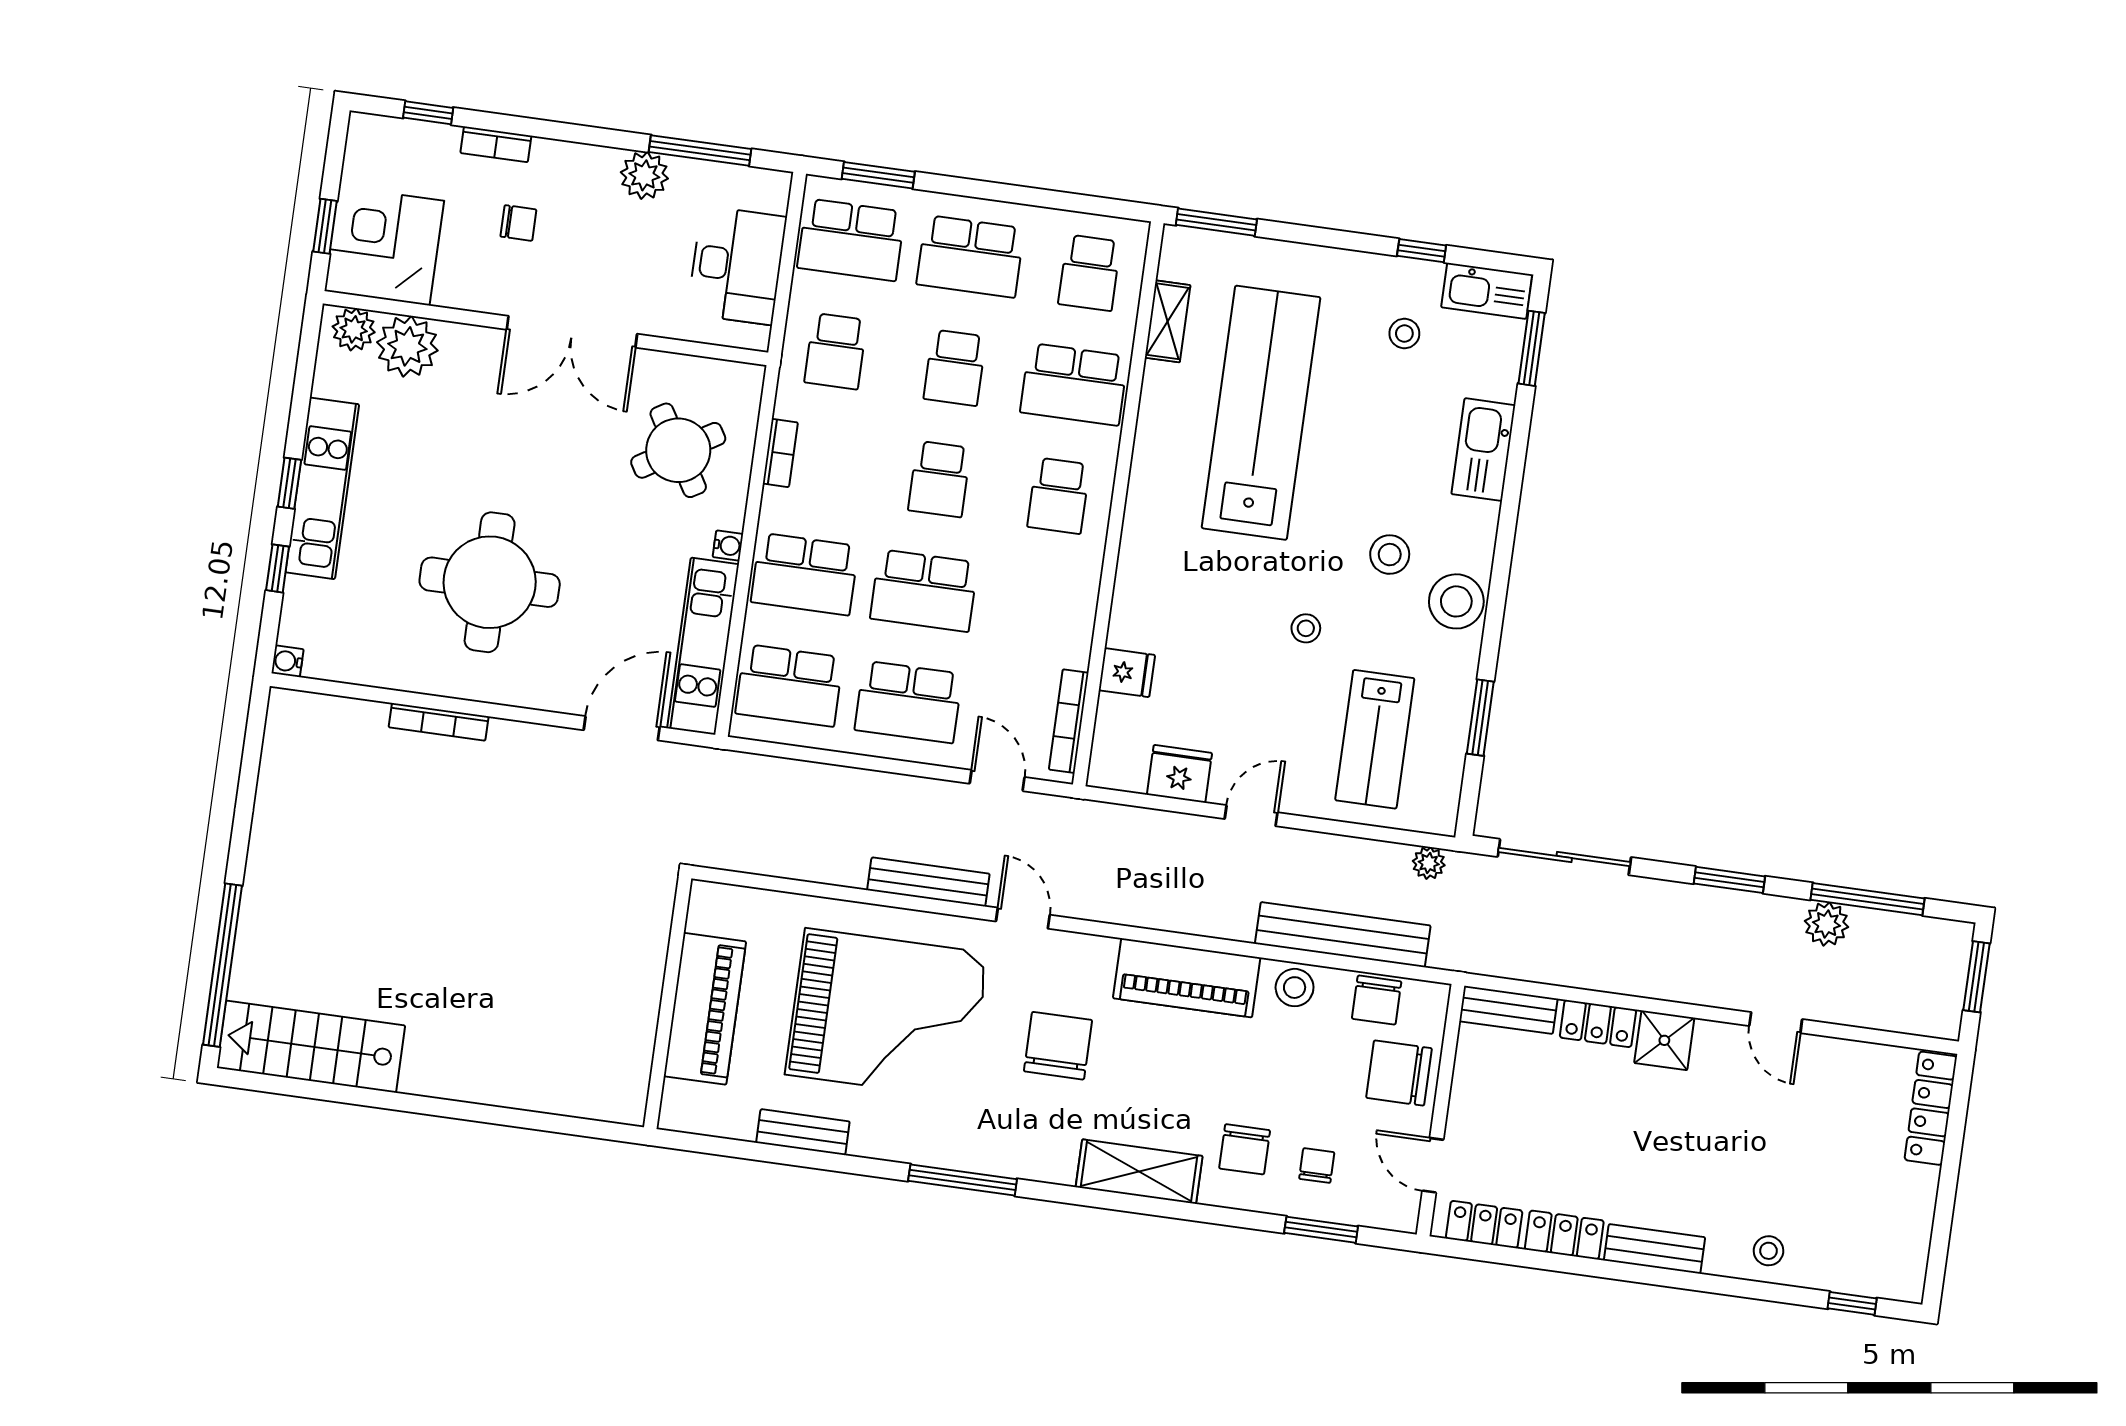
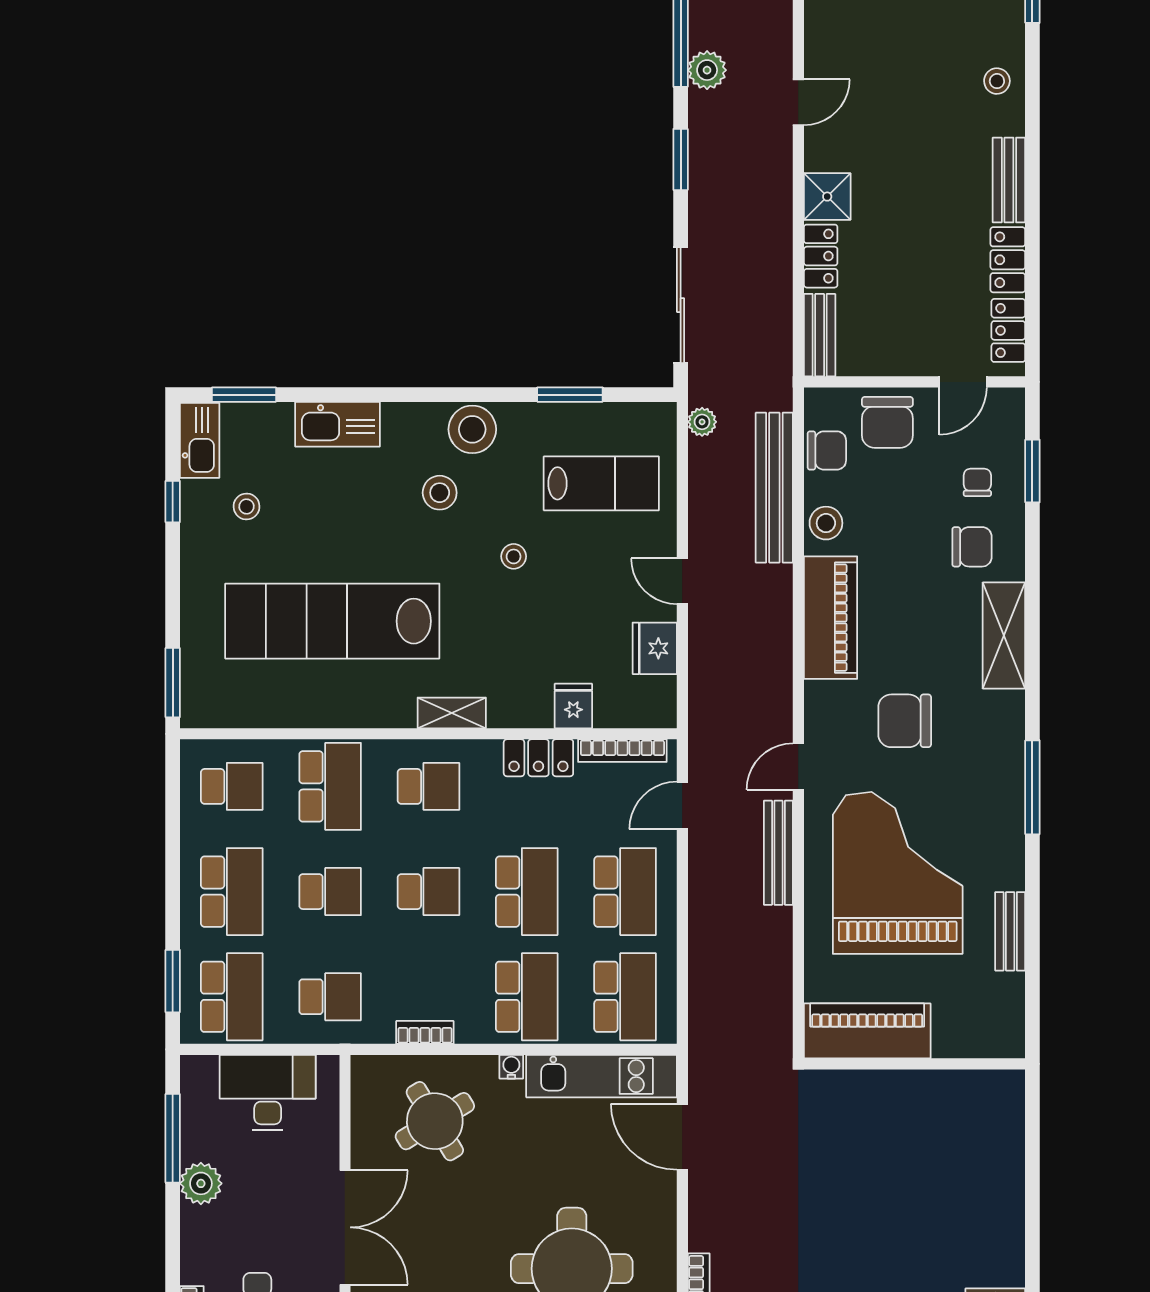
shelving: (1168, 321) -> (452, 713), moved
locker: (1074, 625) -> (538, 758), added
piano: (705, 1009) -> (867, 1031), moved
chair: (1317, 1166) -> (977, 482), turned 90

